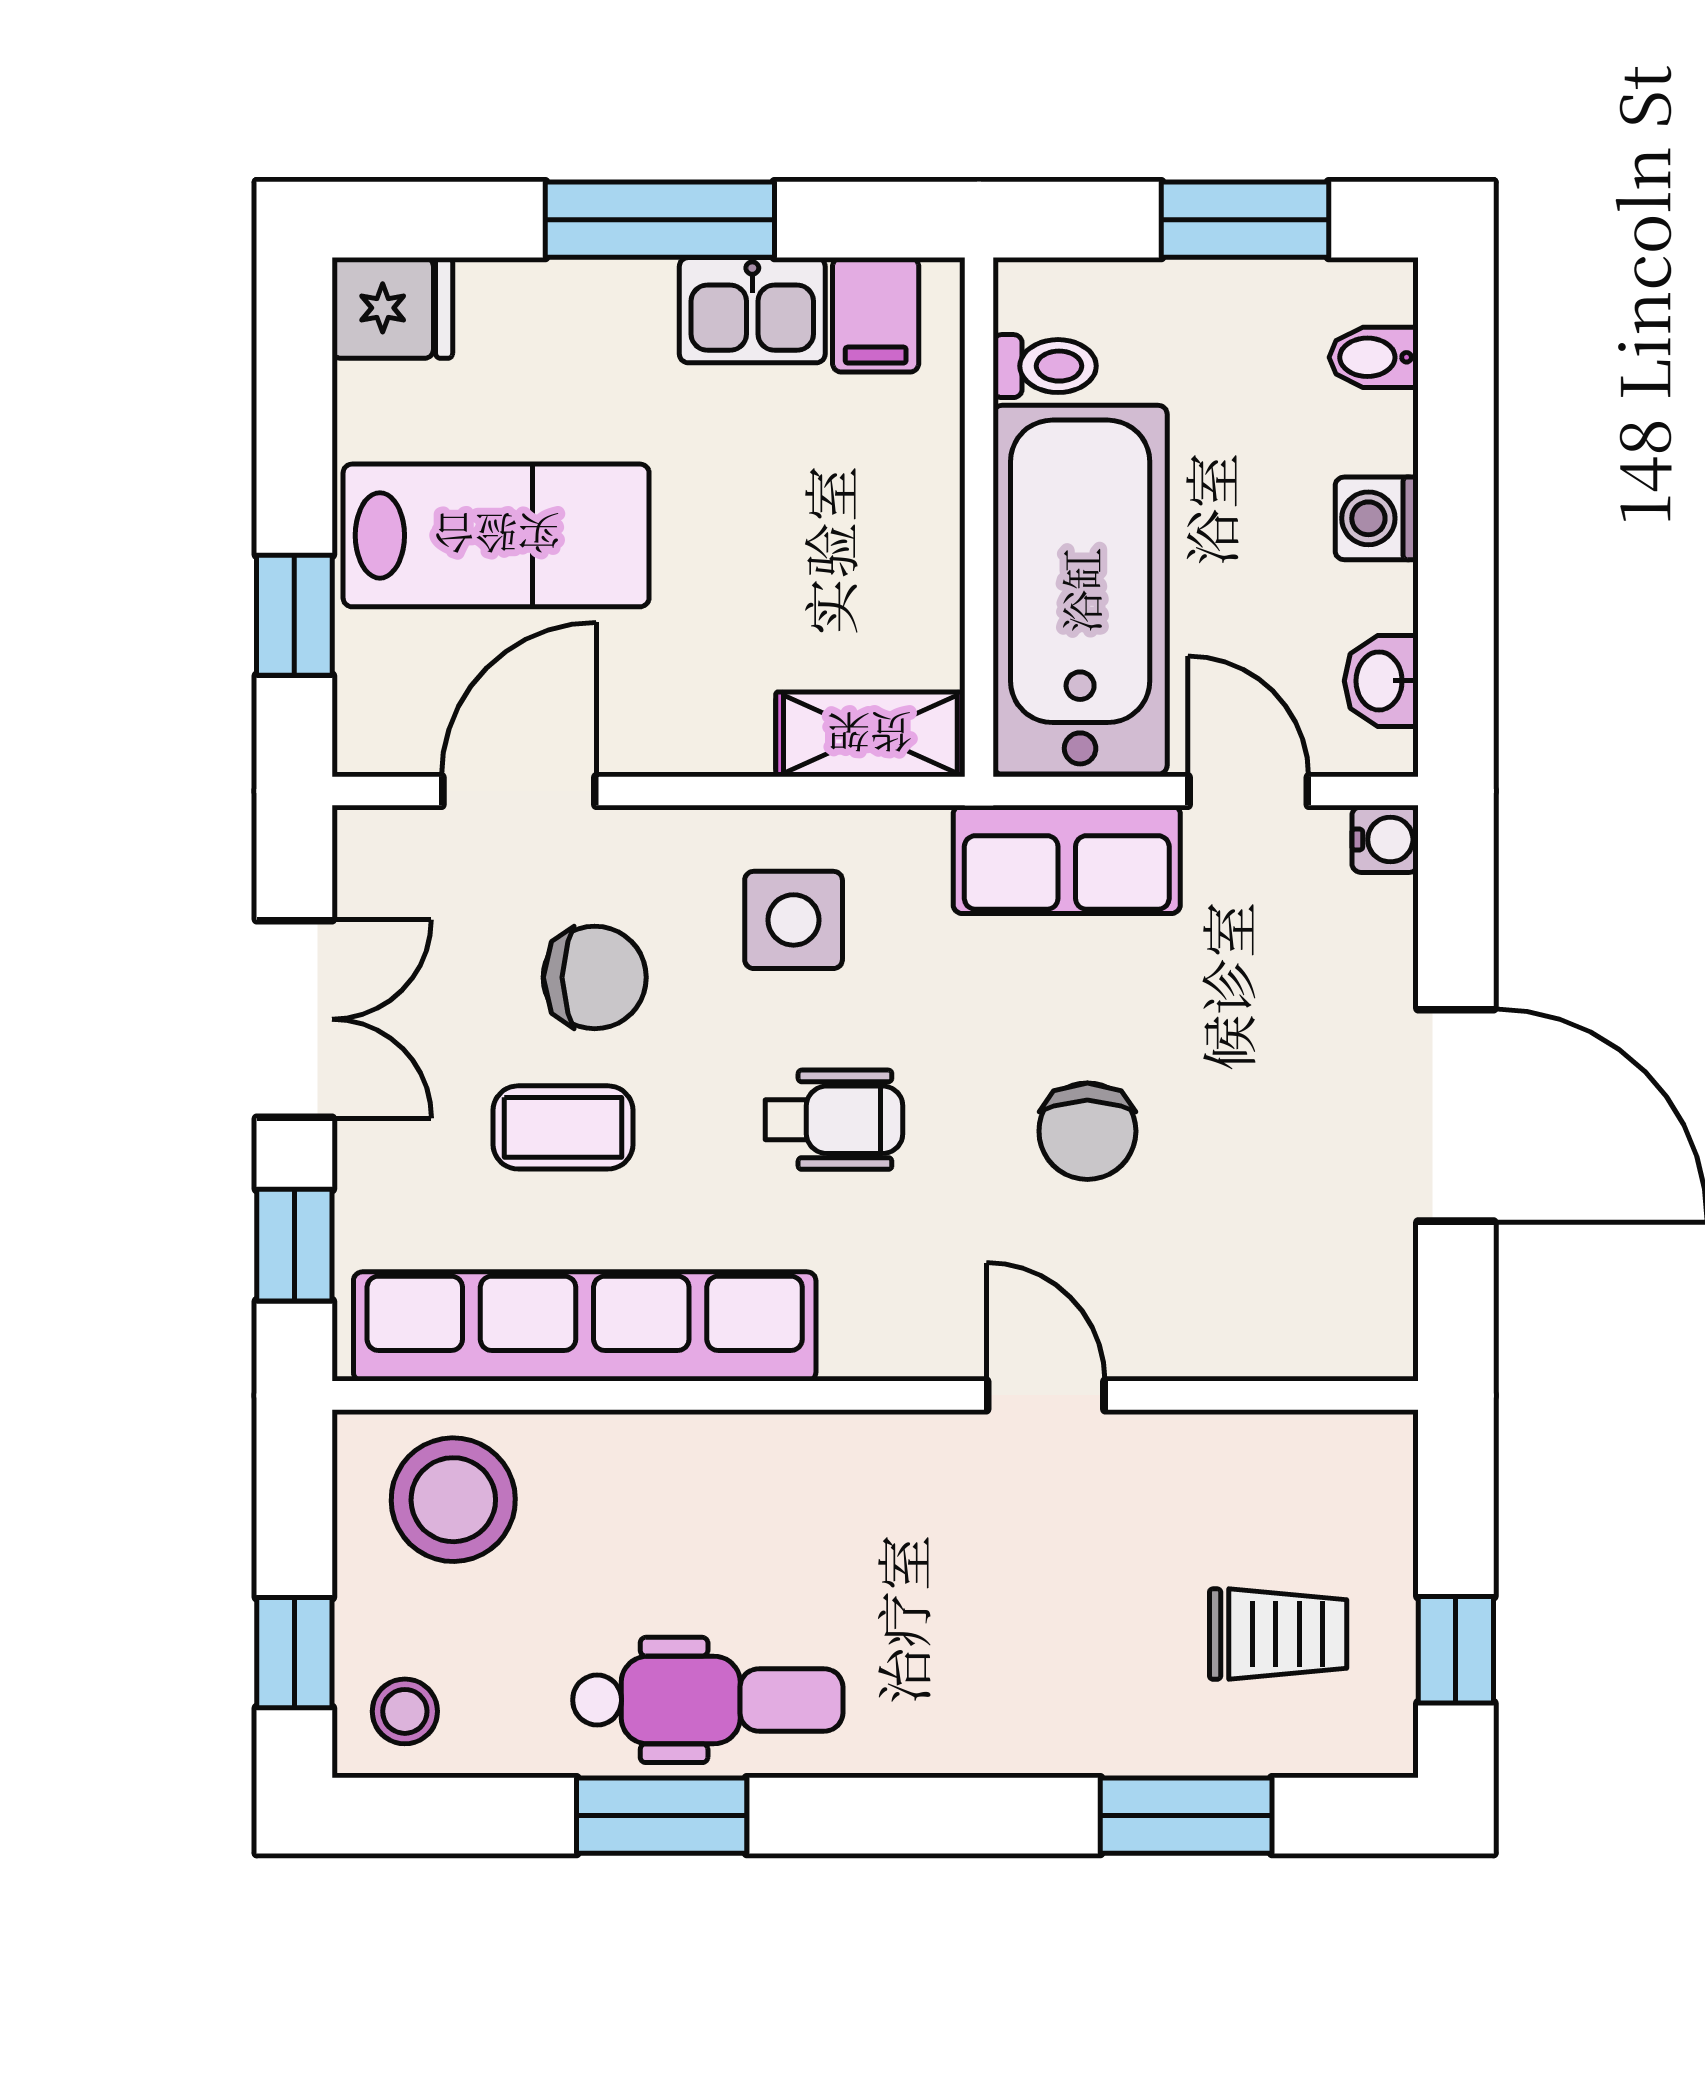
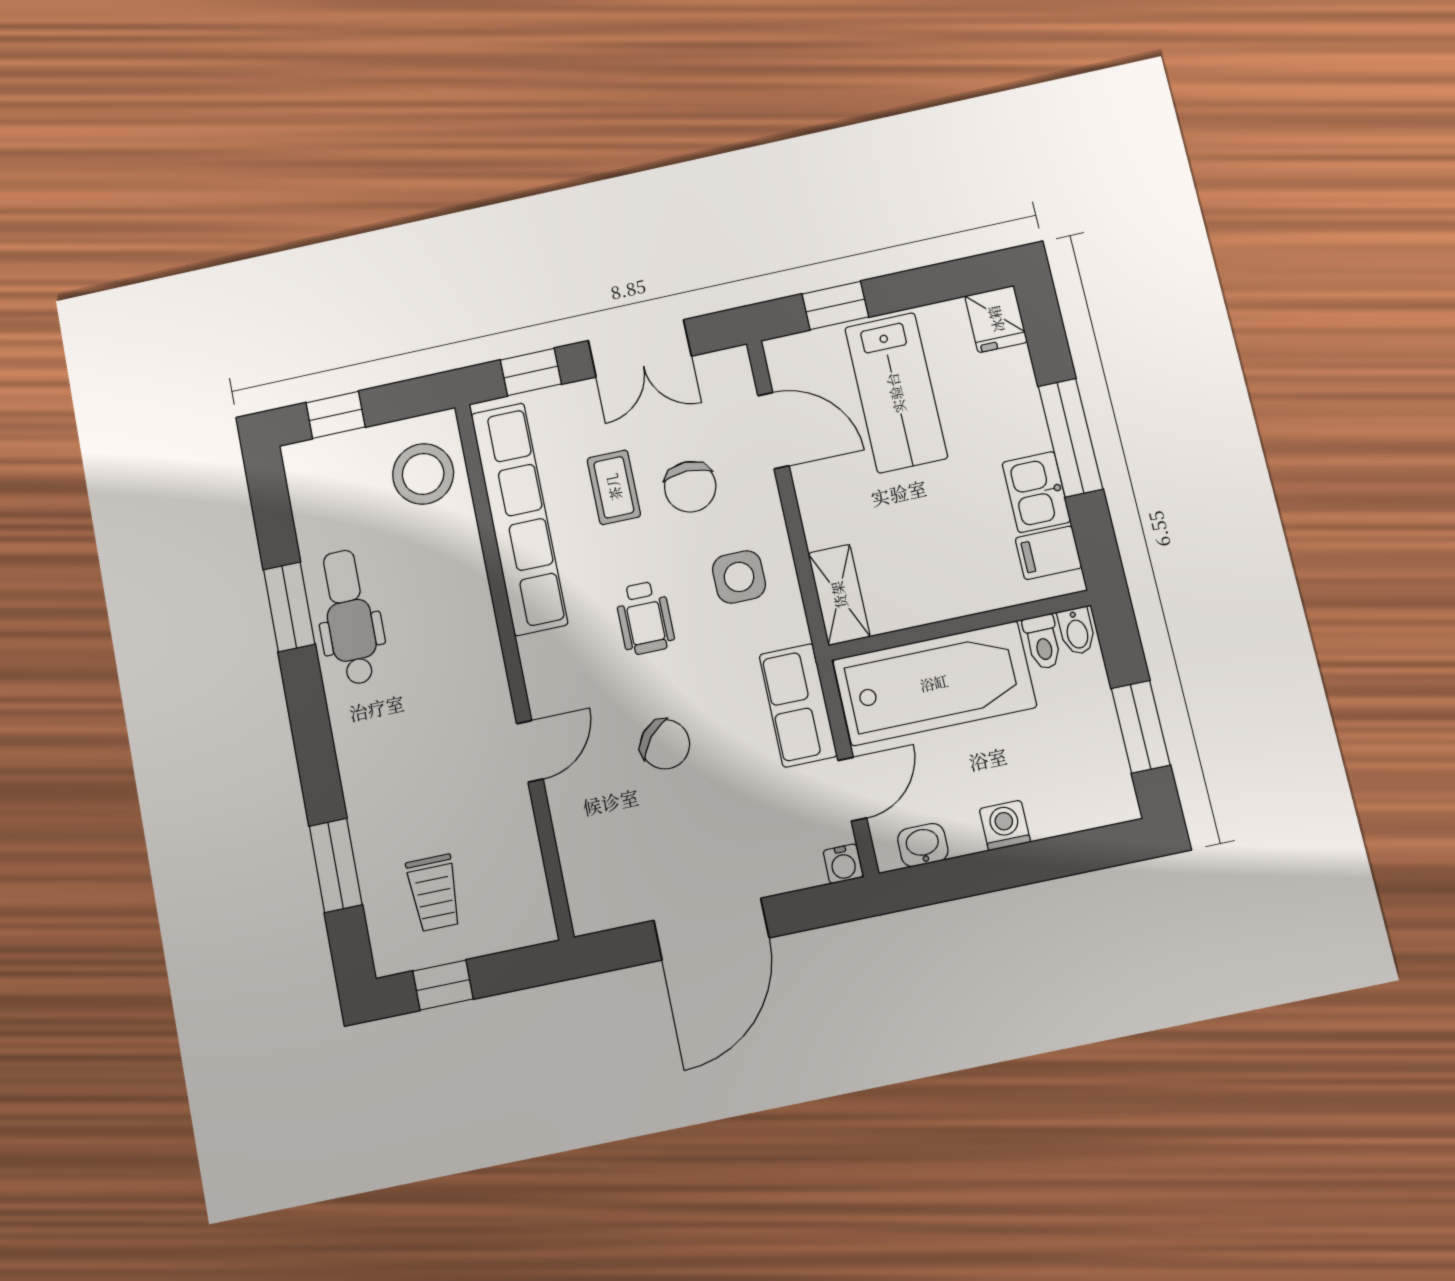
bidet: (1374, 357) -> (1077, 631), moved, turned 180
chair: (1087, 1131) -> (665, 744), turned -140
dental chair: (708, 1700) -> (349, 617), turned 180
stool: (405, 1711) -> (317, 473), removed

